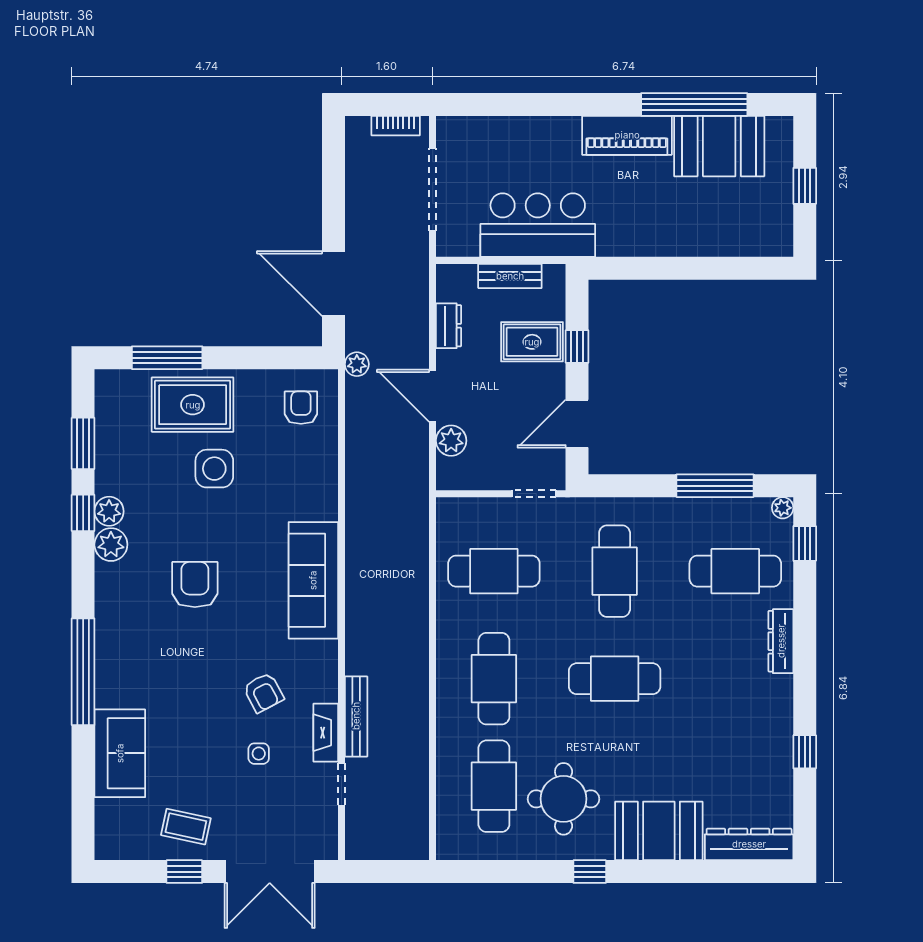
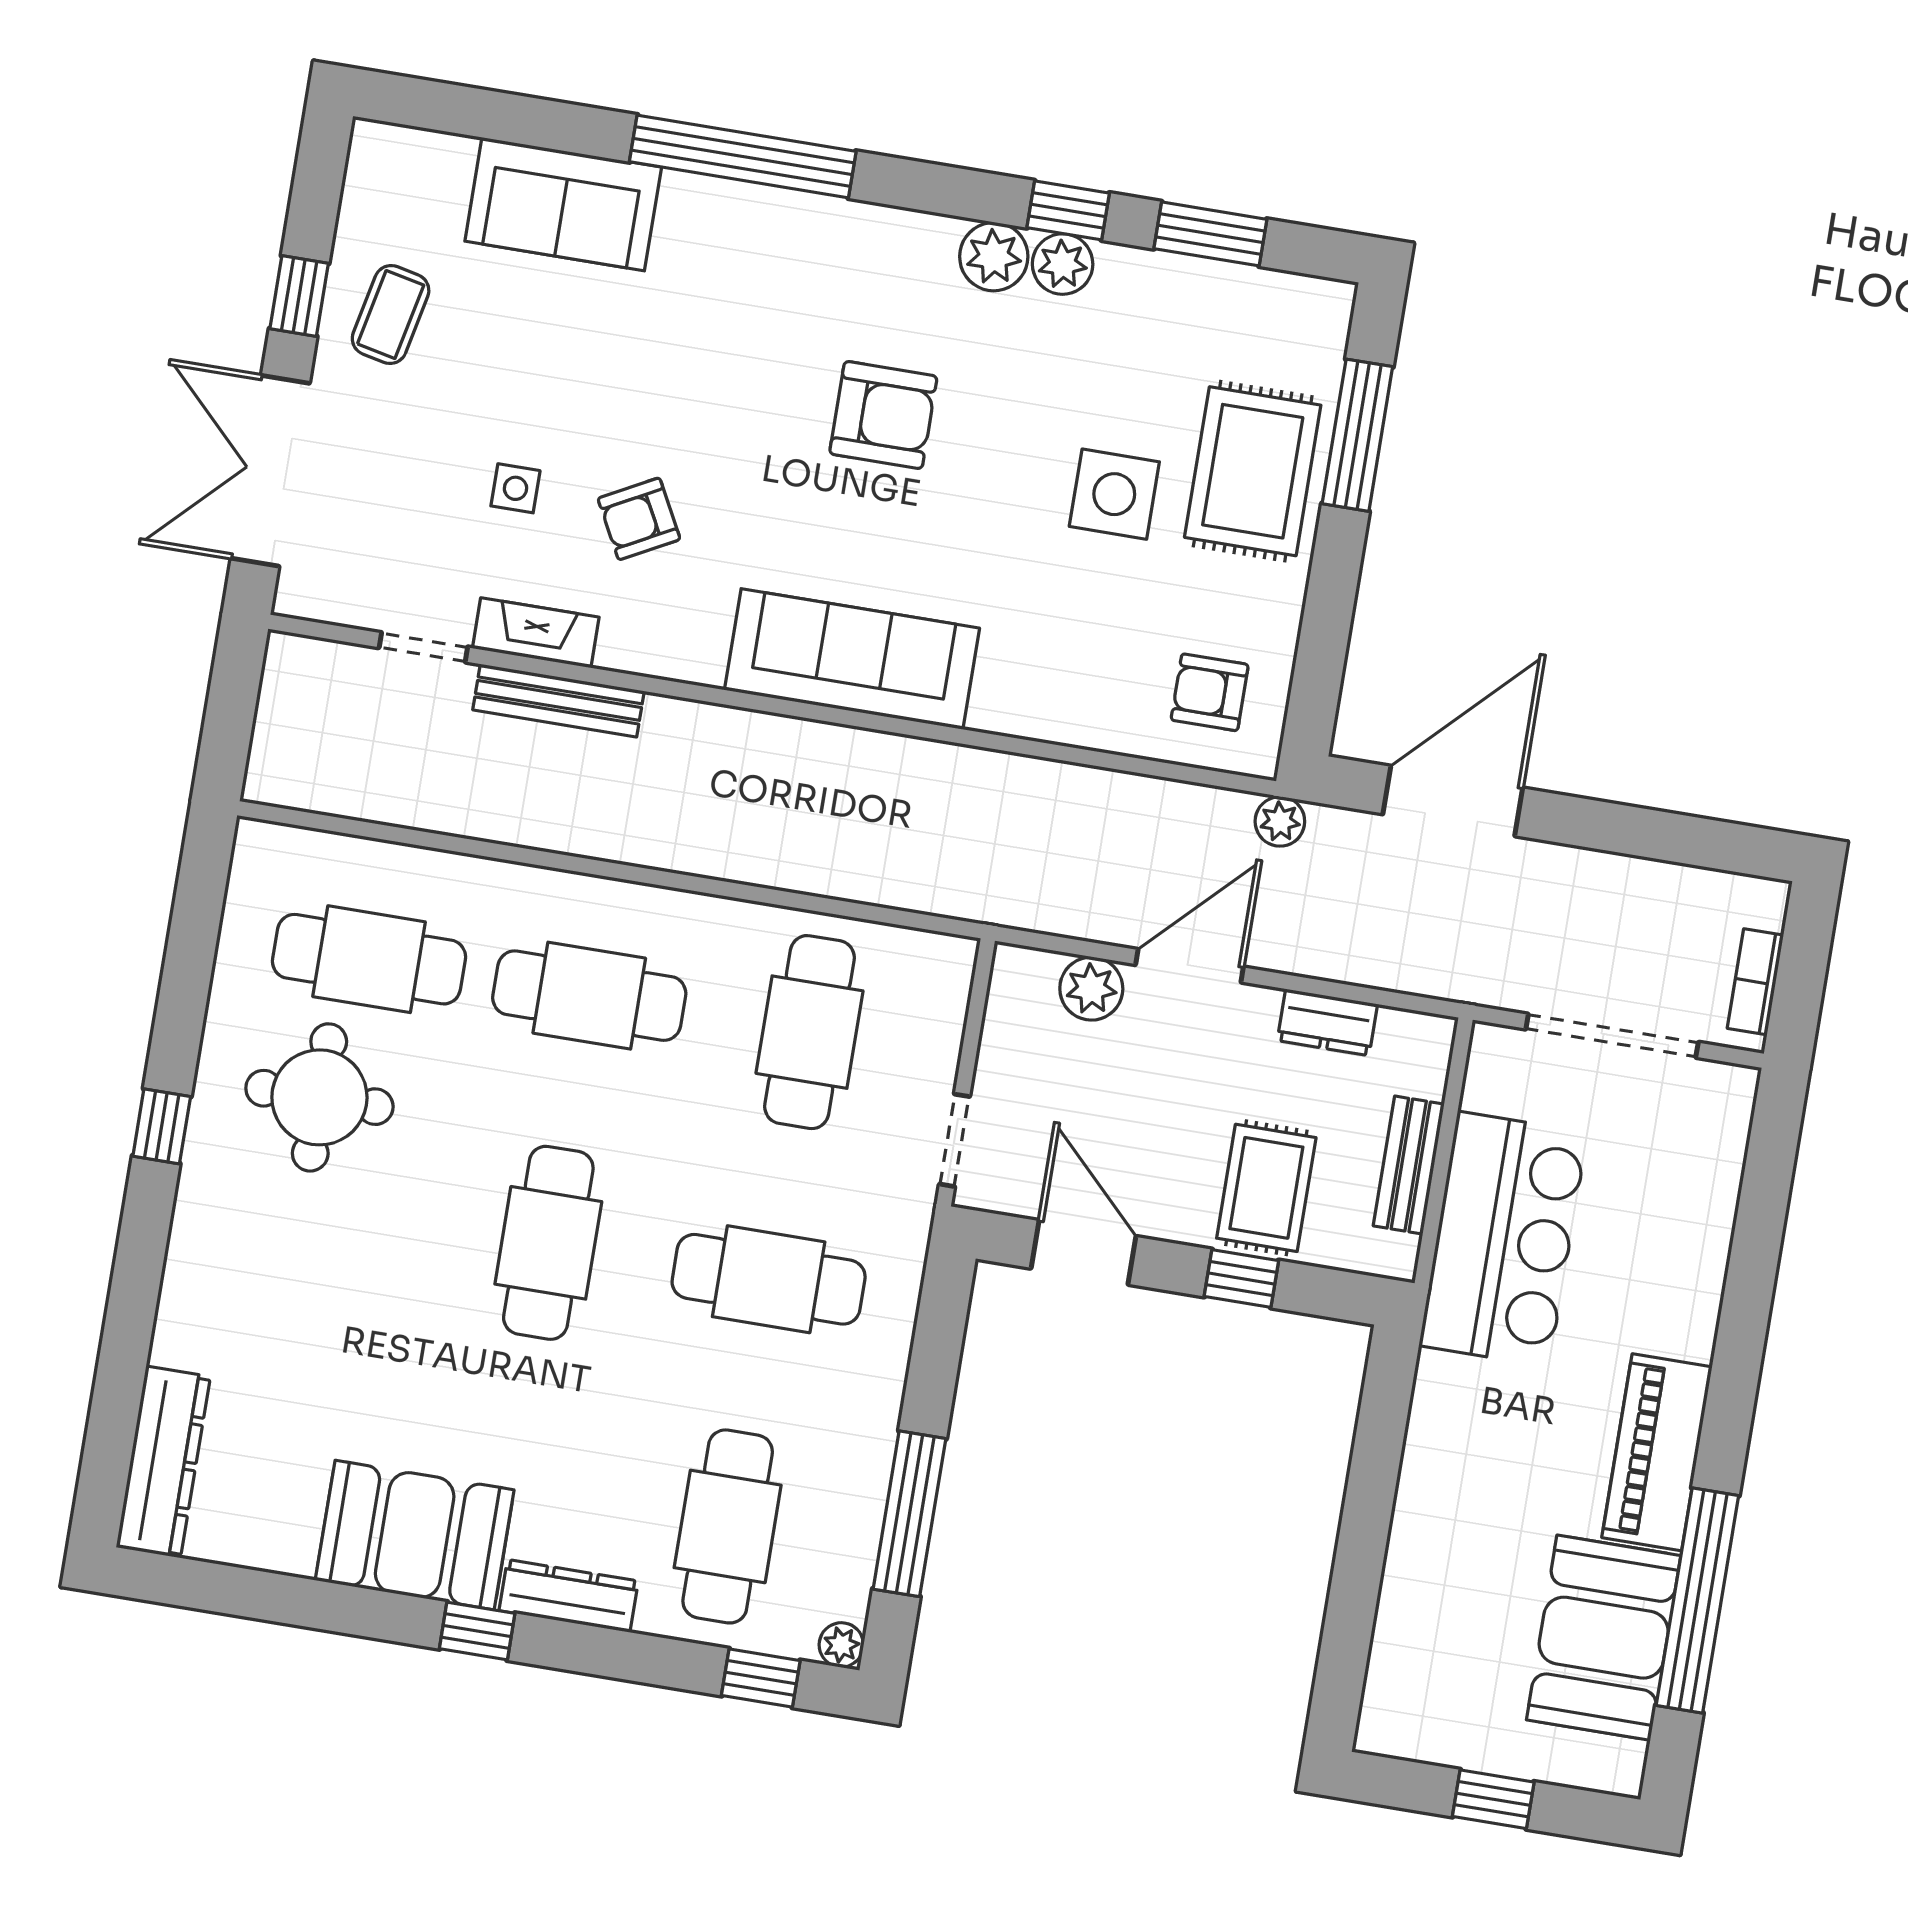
armchair: (301, 408) -> (1210, 692), turned 180
window: (805, 752) -> (477, 1631), moved
booth: (659, 831) -> (415, 1535), moved, turned 90

